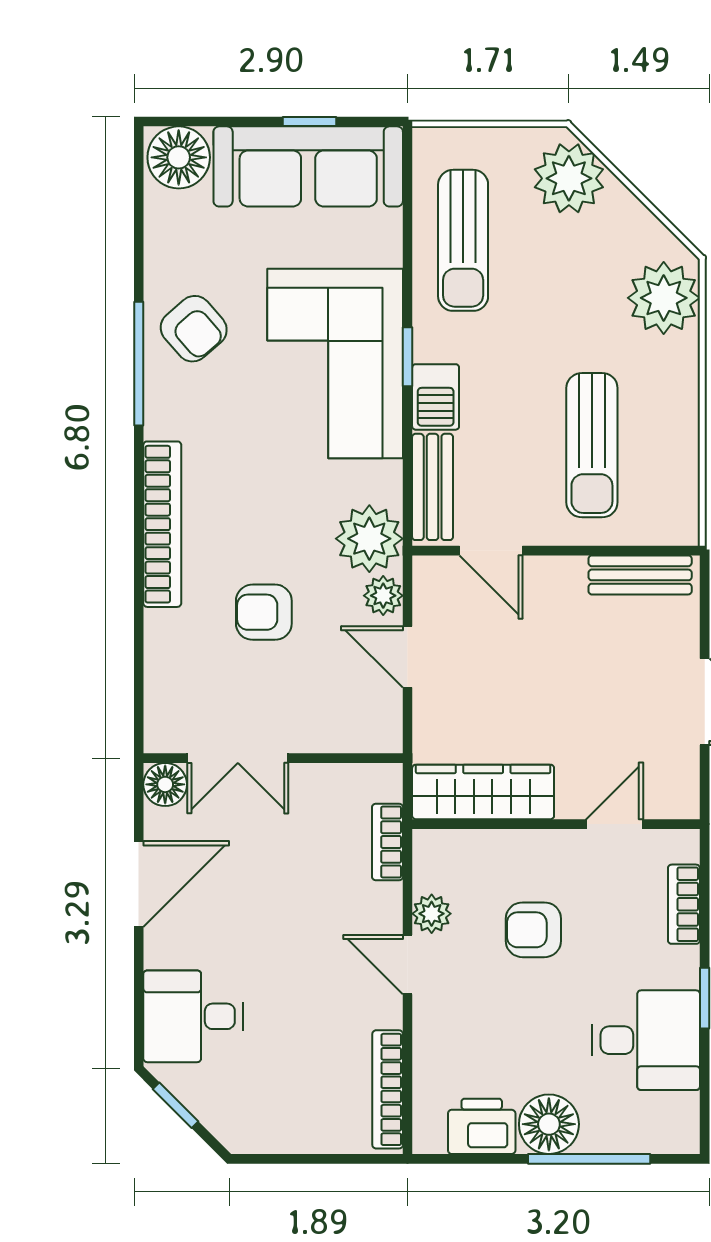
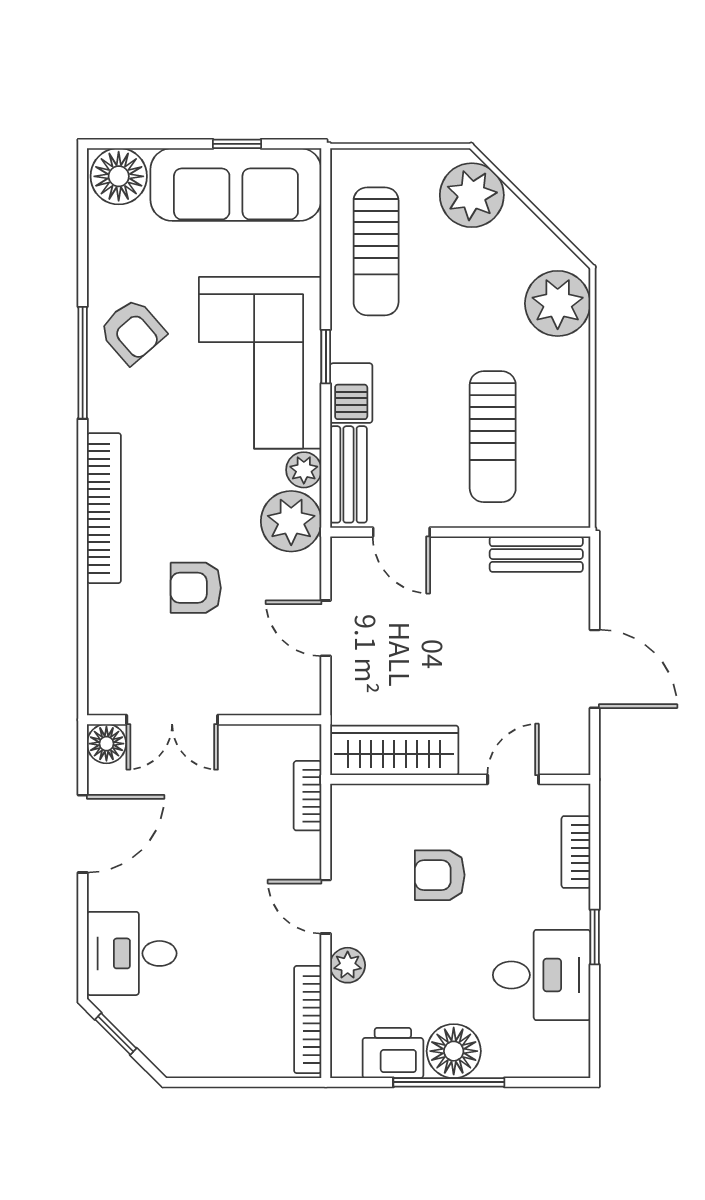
plant: (383, 596) -> (304, 470), moved
plant: (432, 914) -> (348, 965), moved
window: (589, 1159) -> (449, 1082), moved

